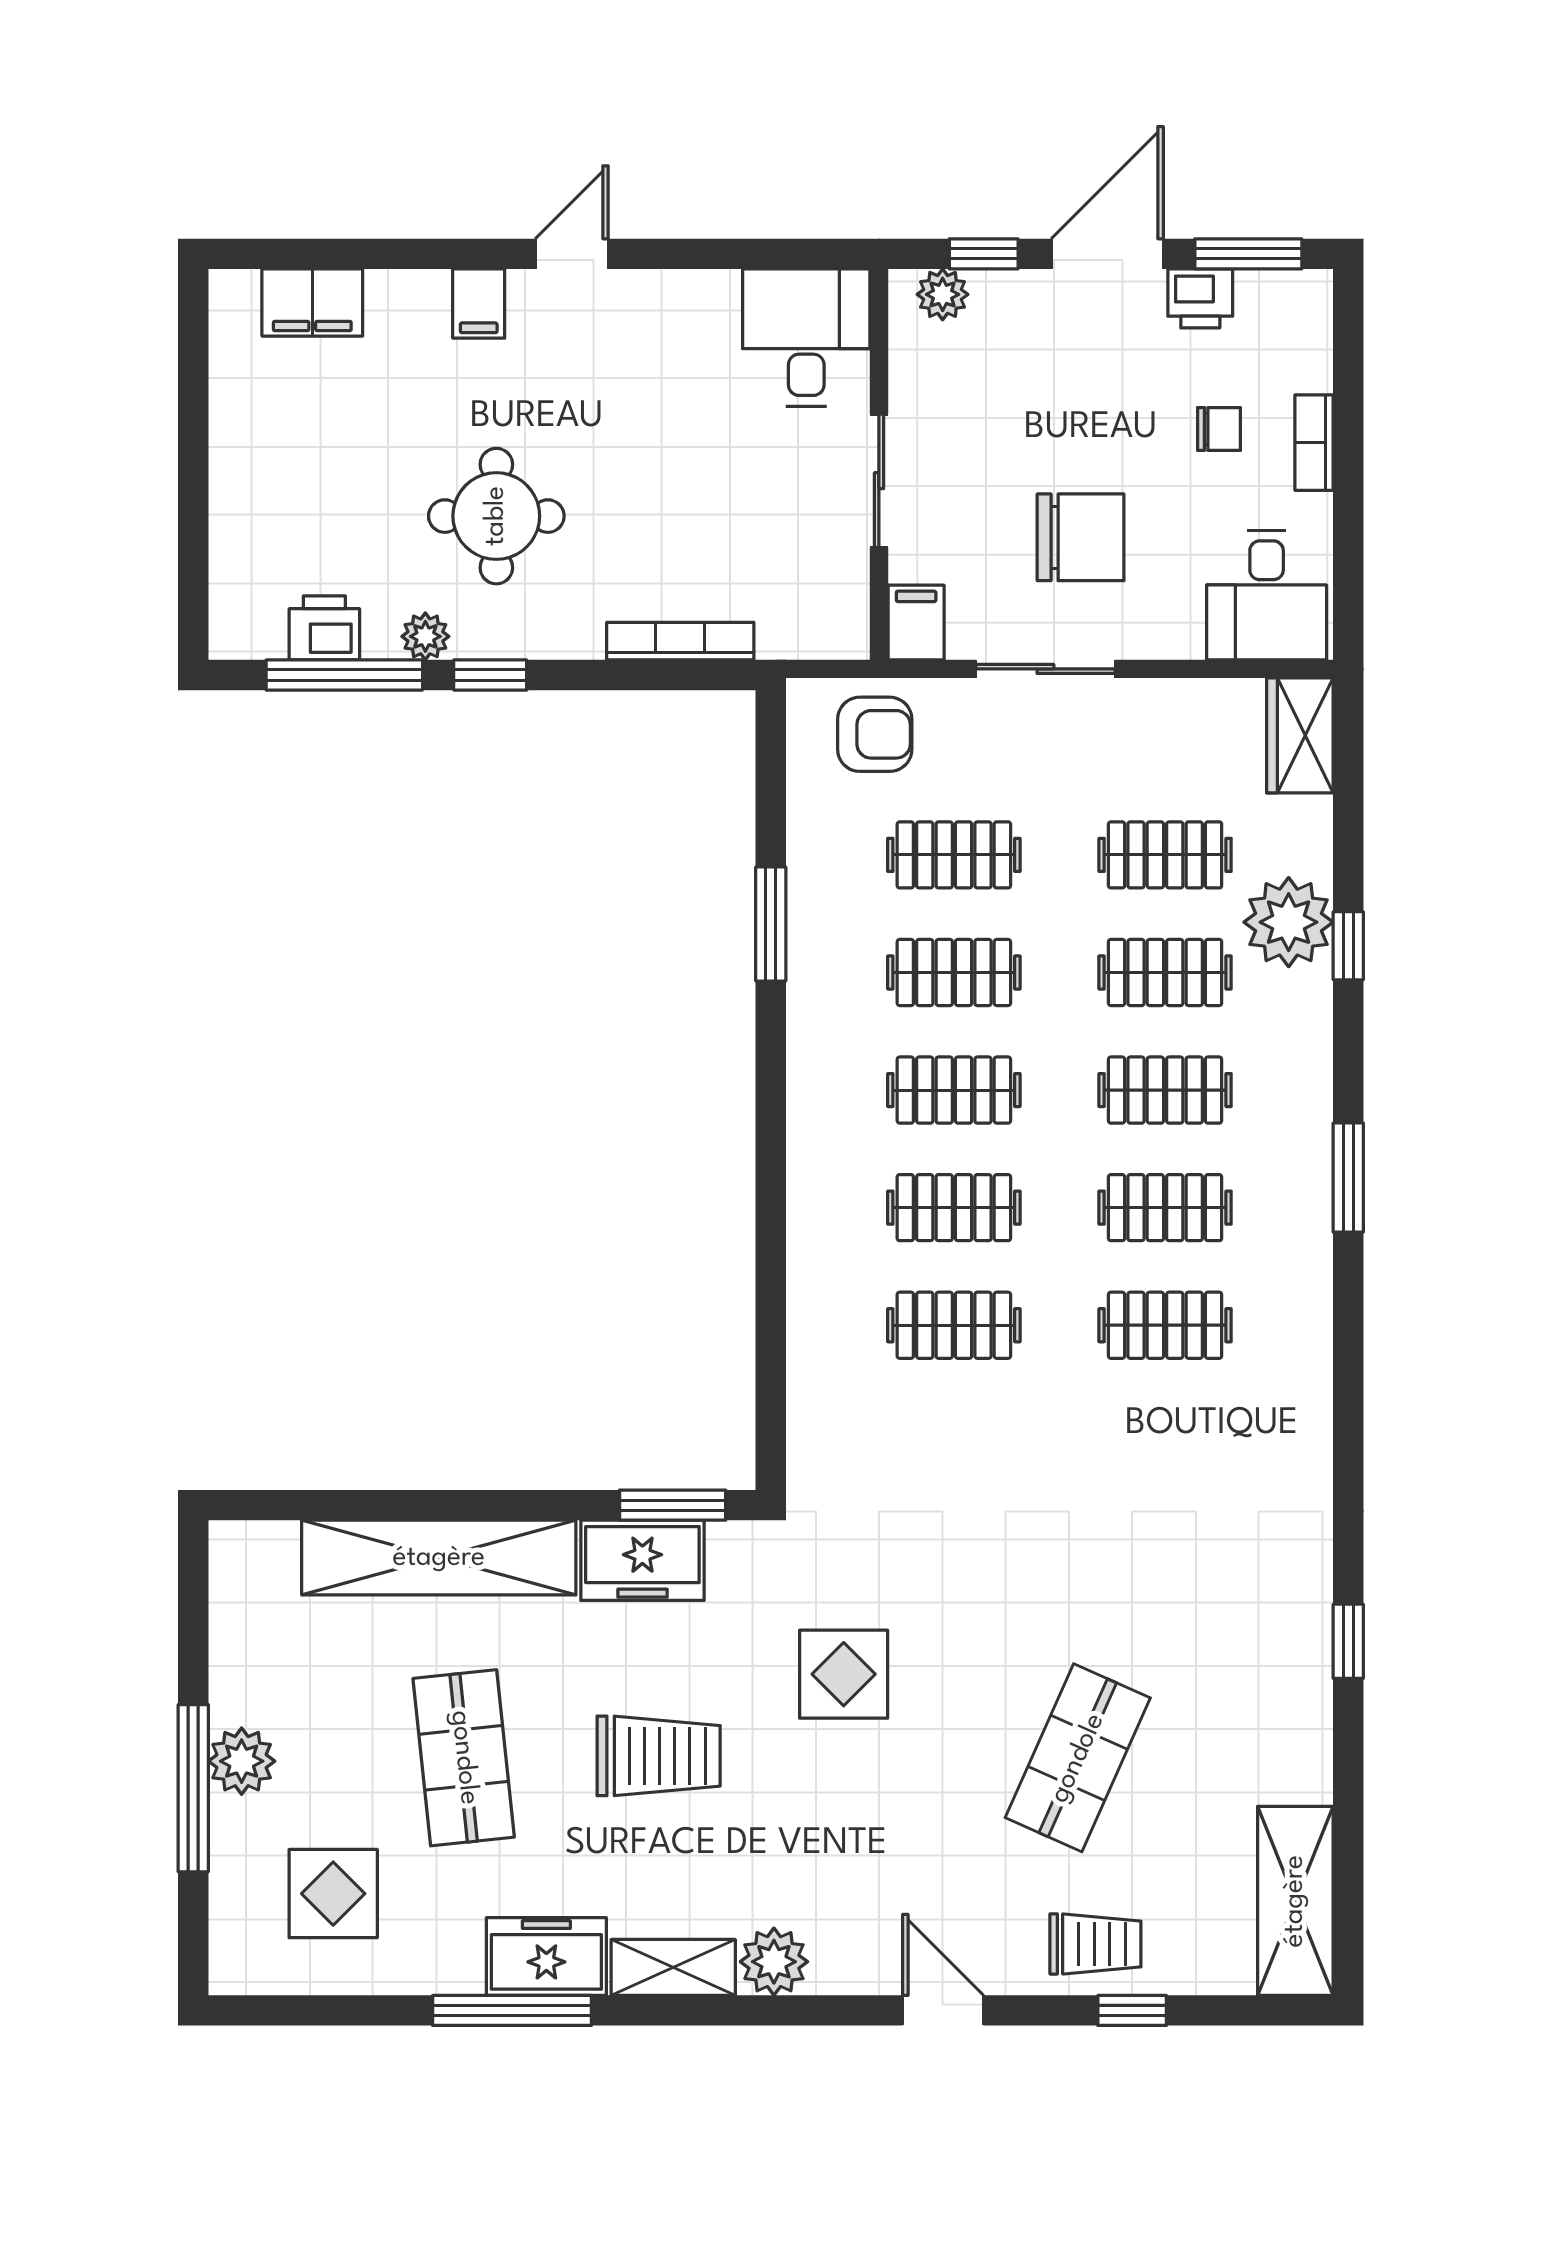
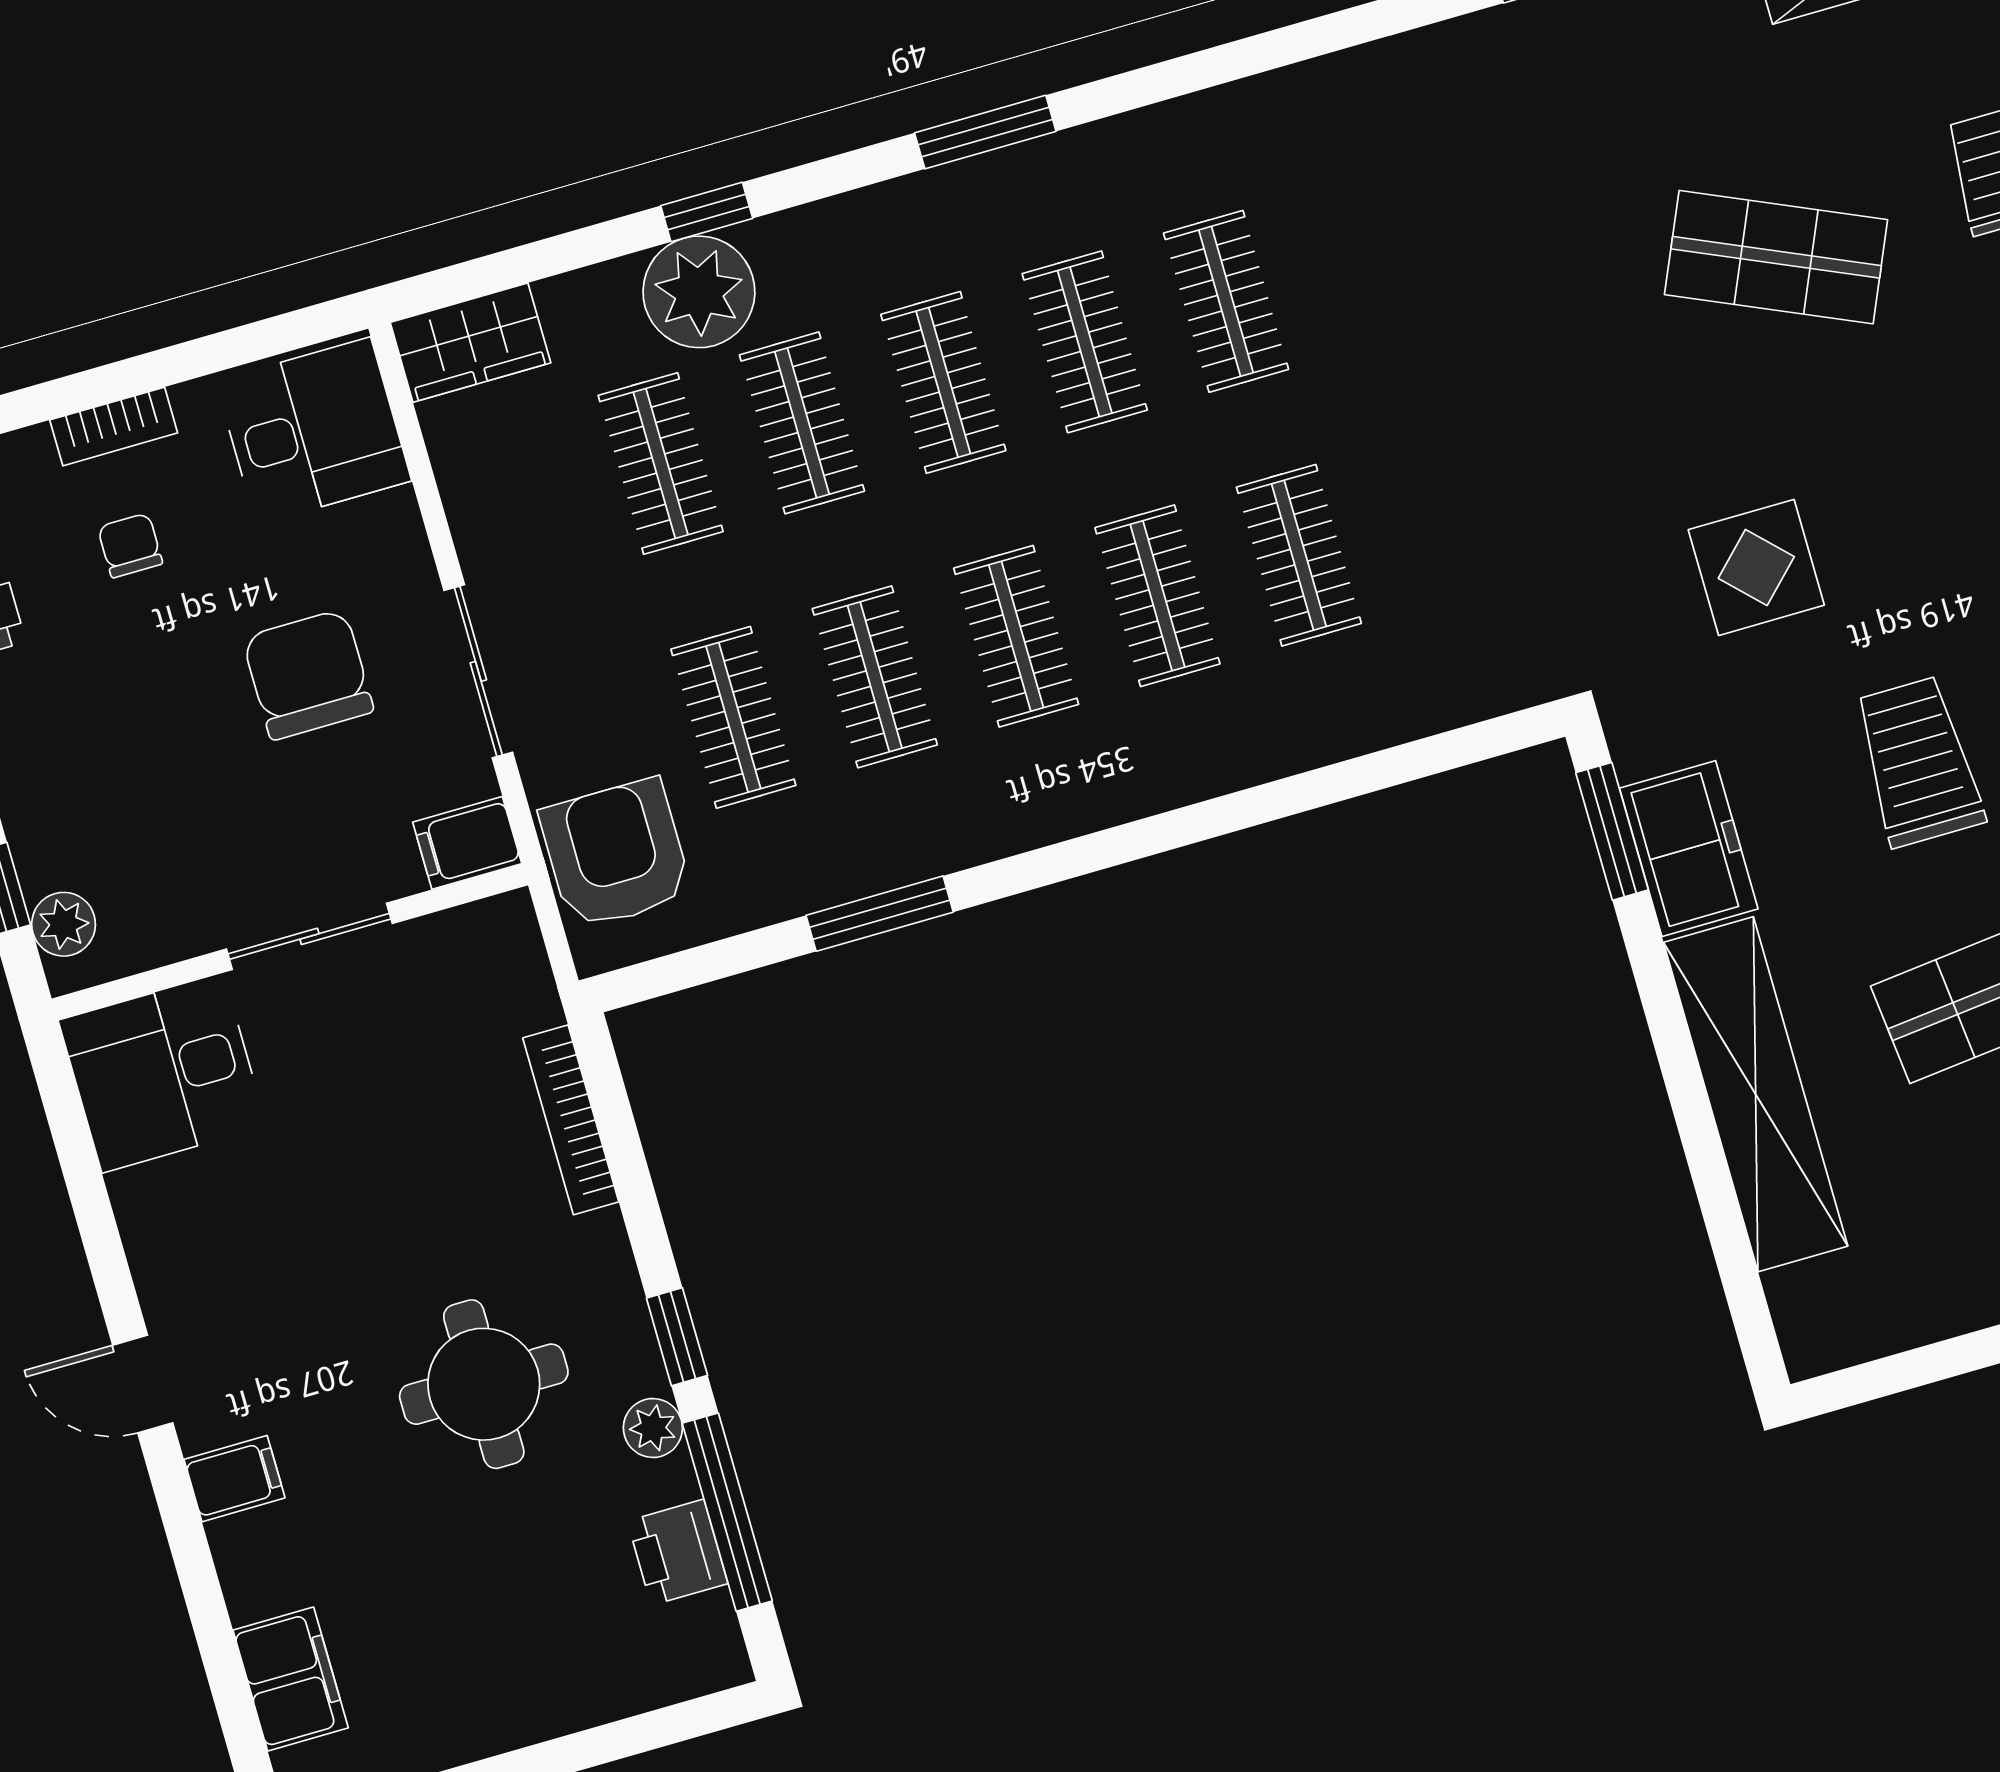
armchair: (875, 734) -> (616, 854), width x1.38, depth x1.38

